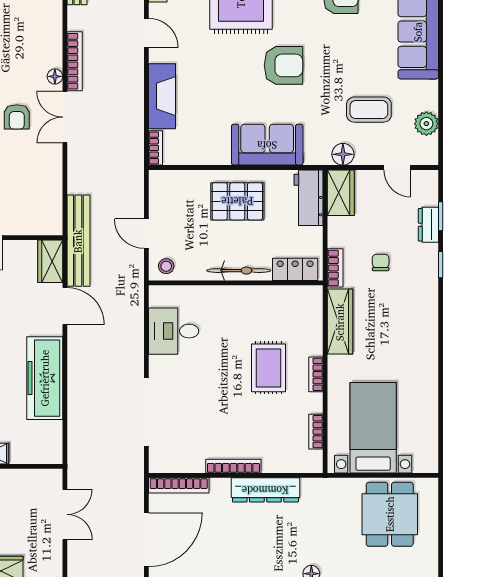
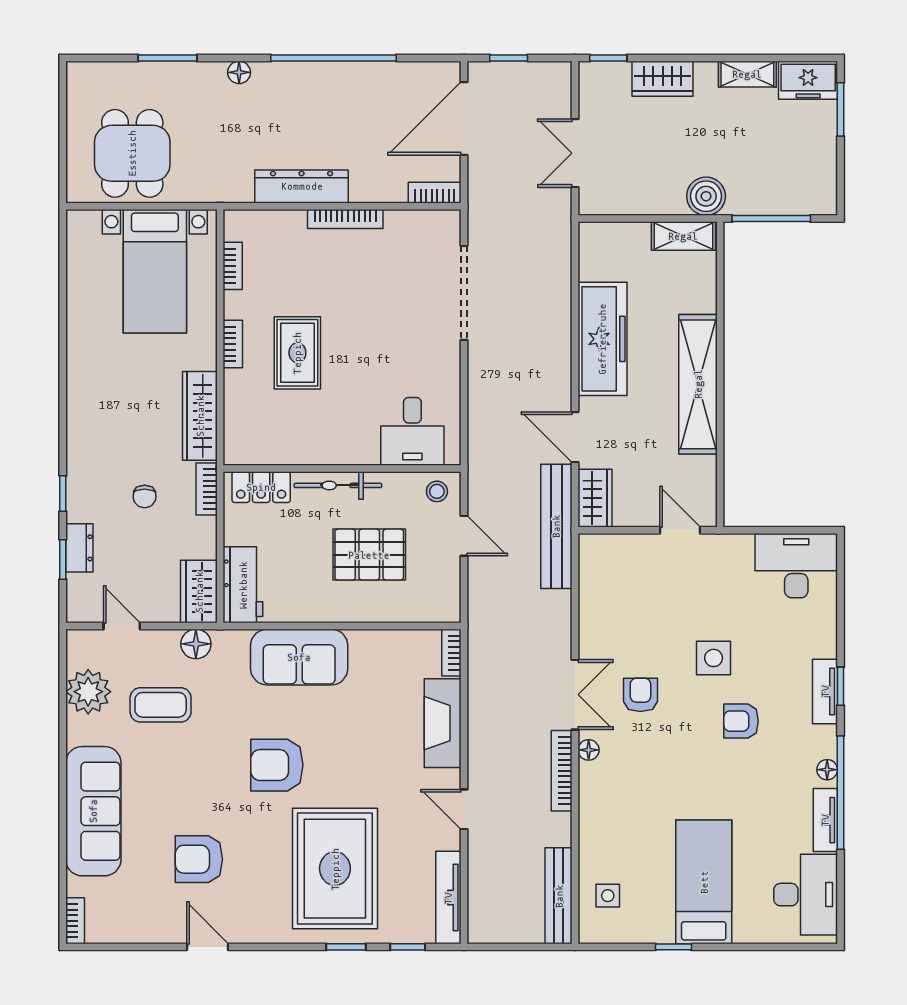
plant: (426, 124) -> (88, 692), width x1.36, depth x1.36
pallet: (237, 201) -> (369, 555), moved
desk: (174, 331) -> (412, 431), moved, turned 90
bookcase: (179, 485) -> (435, 193), width x0.64

